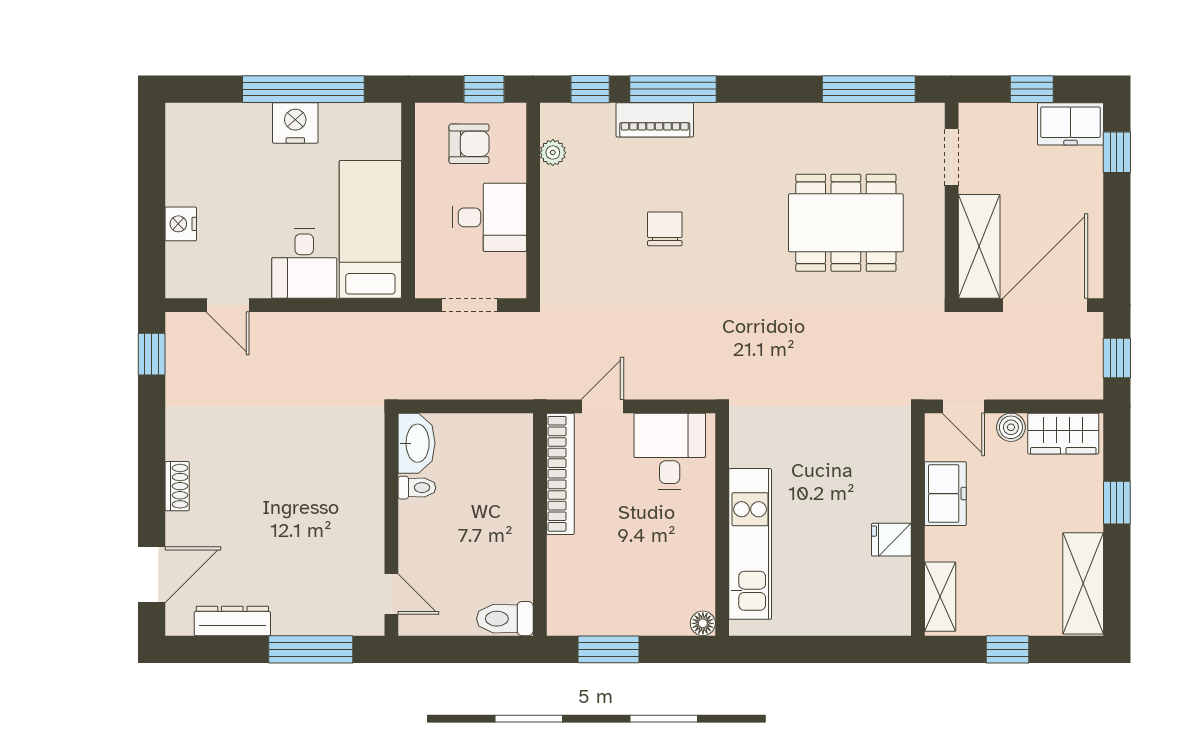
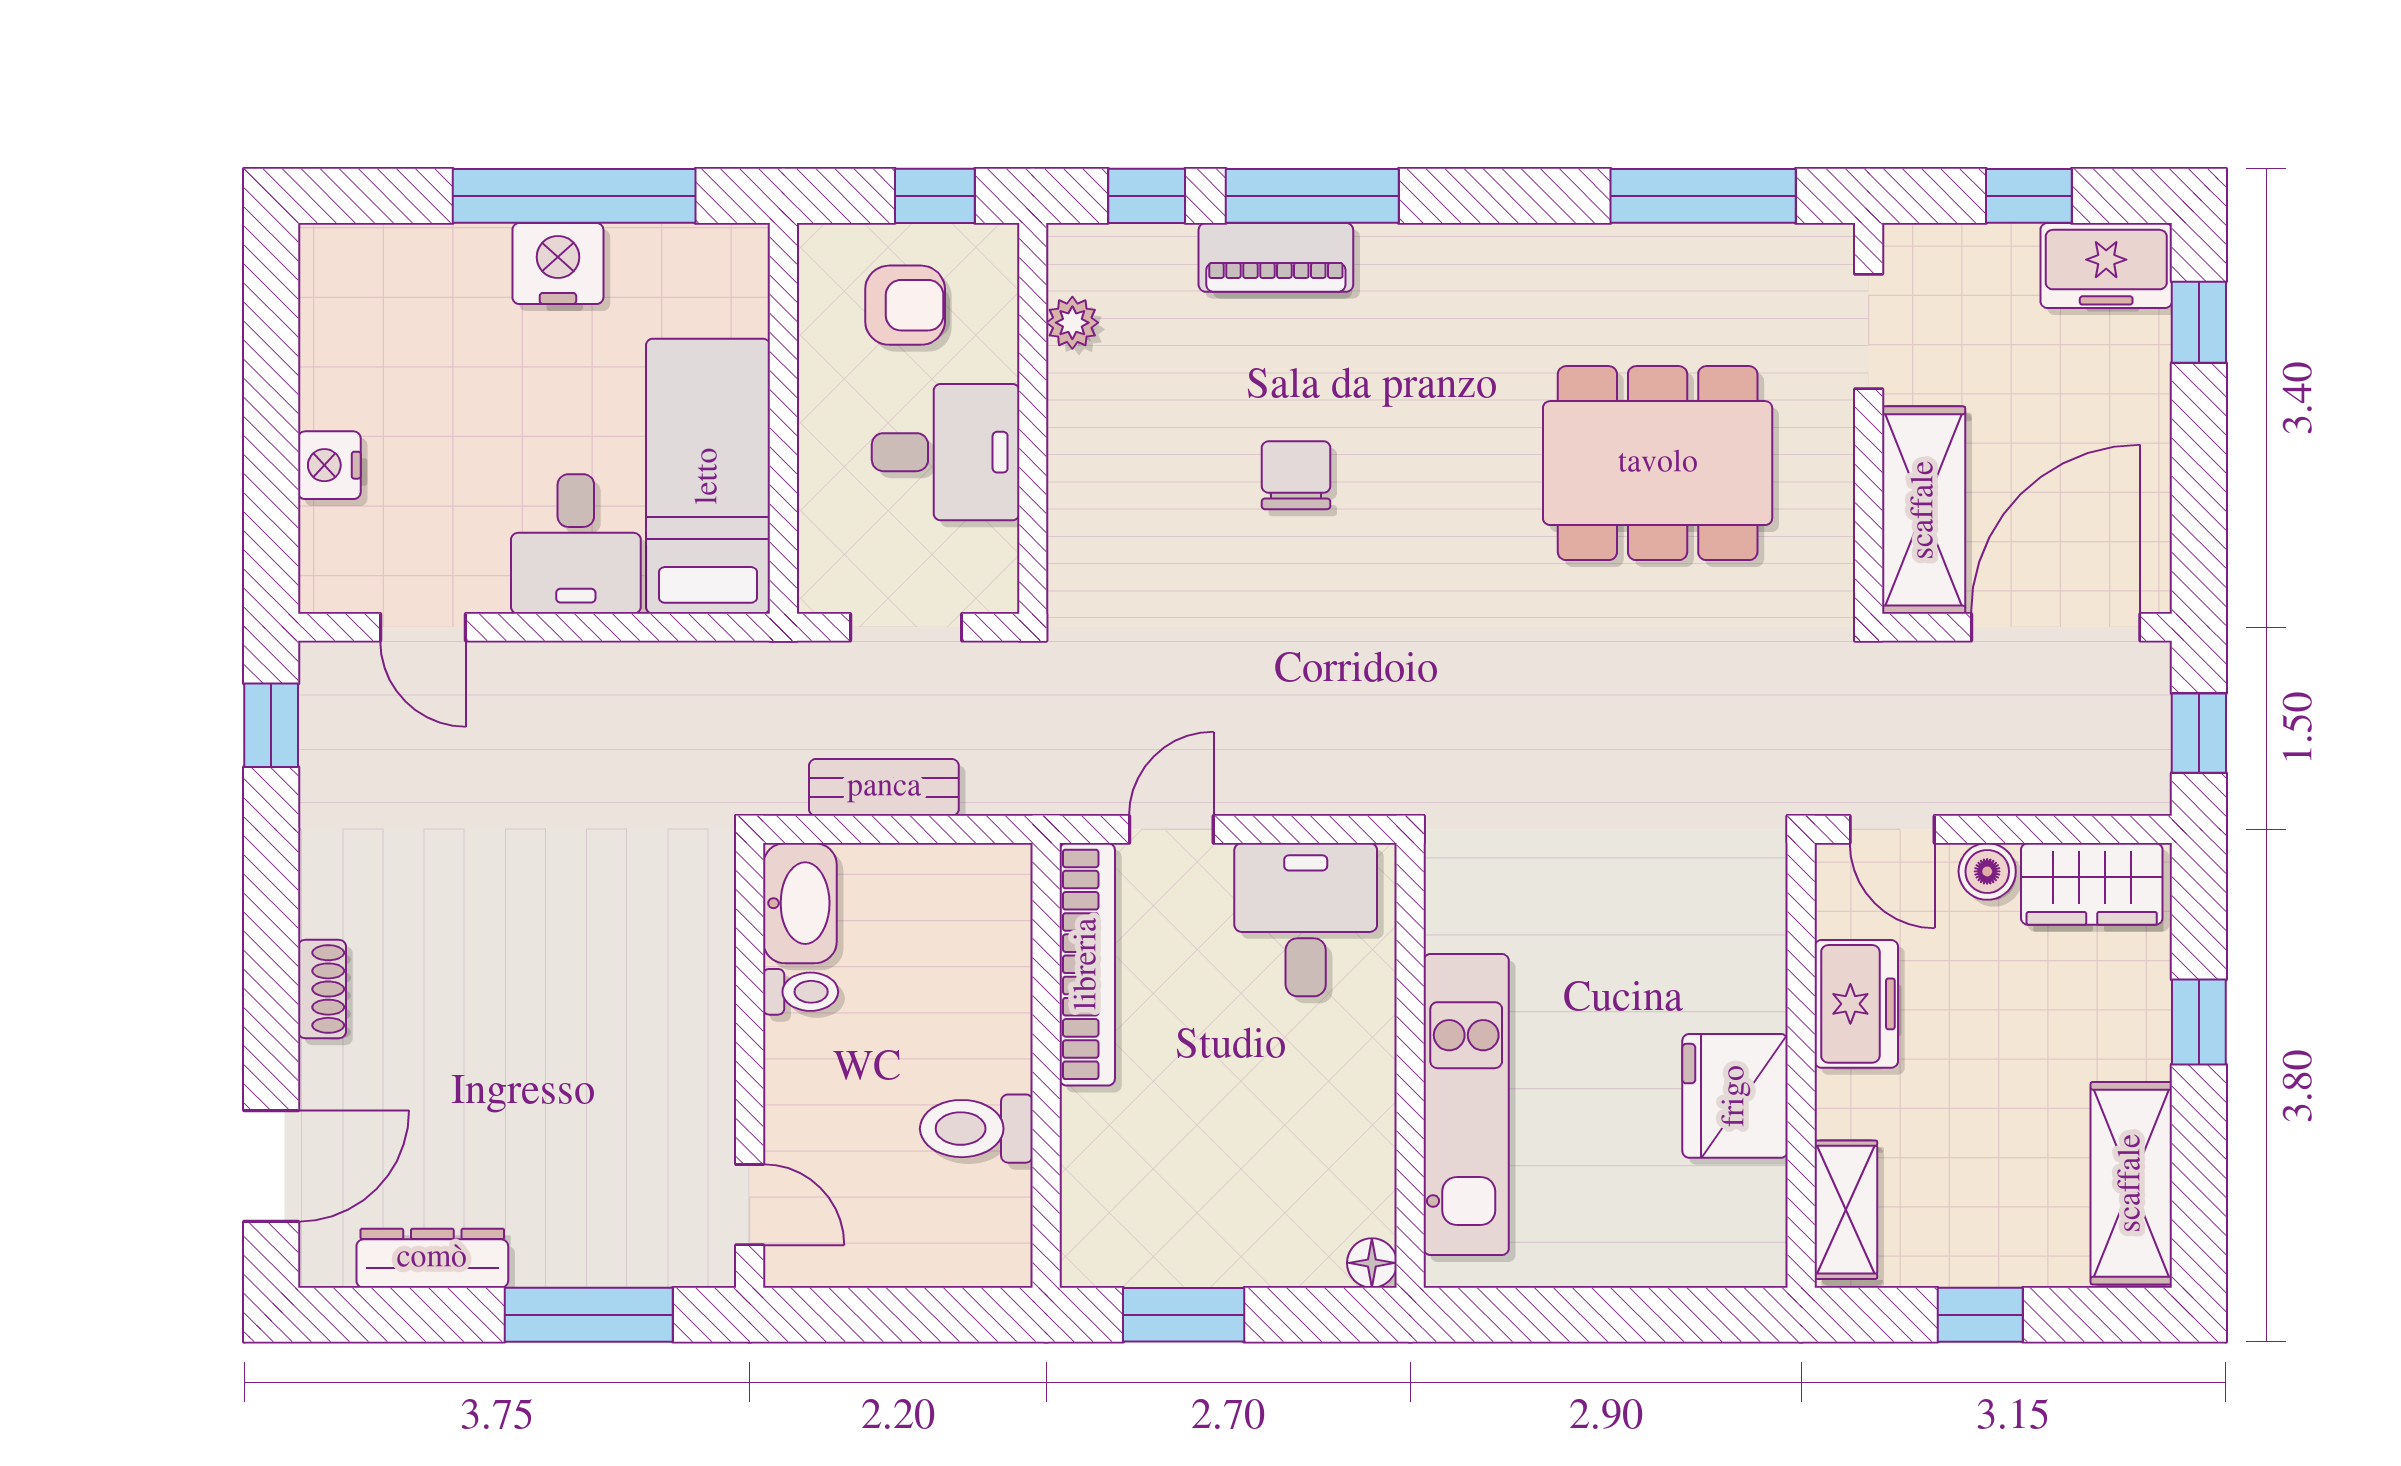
bench: (458, 385) -> (884, 787), added
fridge: (891, 540) -> (1735, 1096), width x1.88, depth x1.34
toilet: (505, 619) -> (976, 1129), moved

